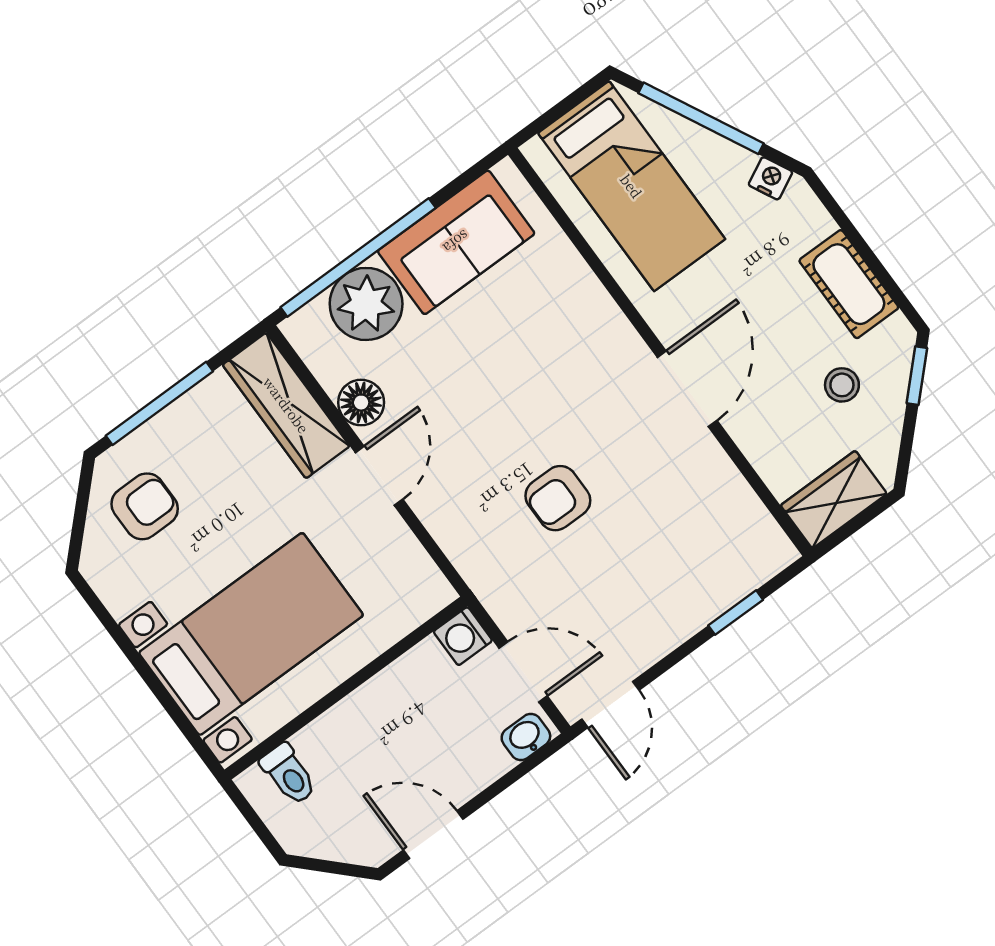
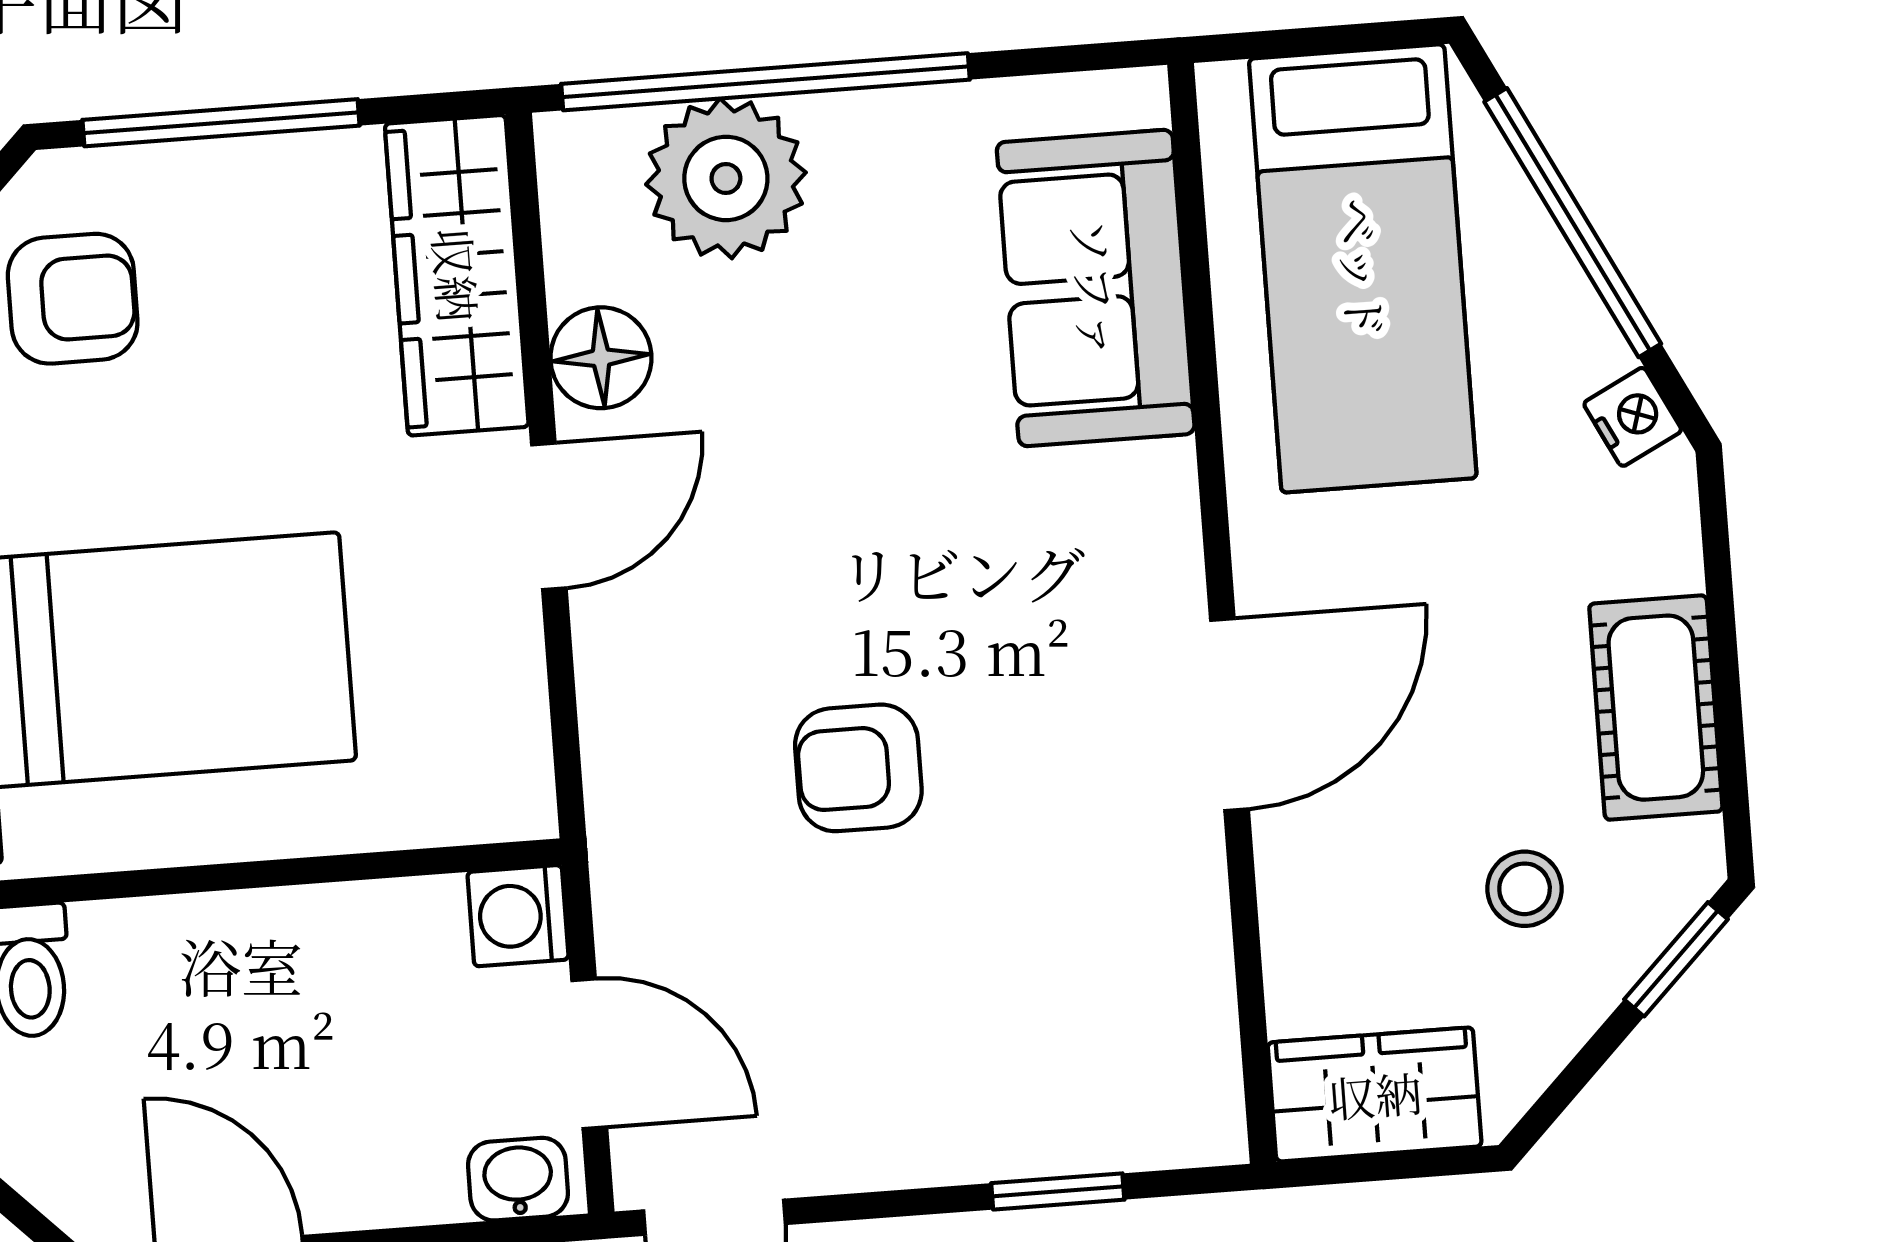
sofa: (456, 242) -> (1096, 288), moved, turned 90

